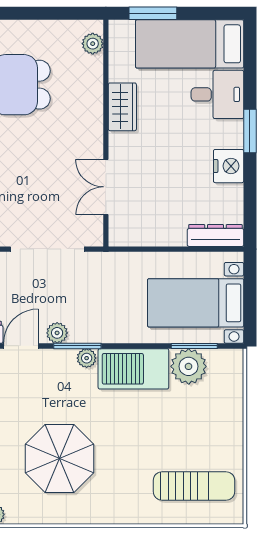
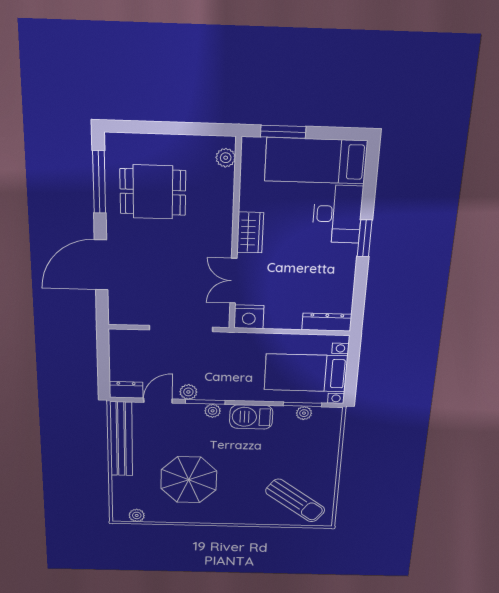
desk: (217, 94) -> (337, 214), width x1.37
wardrobe: (122, 107) -> (250, 233), moved
nightstand: (229, 166) -> (249, 317), moved, turned 90
plant: (189, 366) -> (304, 413), width x0.53, depth x0.53
barbecue: (133, 369) -> (251, 417), width x0.73, depth x0.83
sun lounger: (194, 486) -> (295, 501), turned 36

